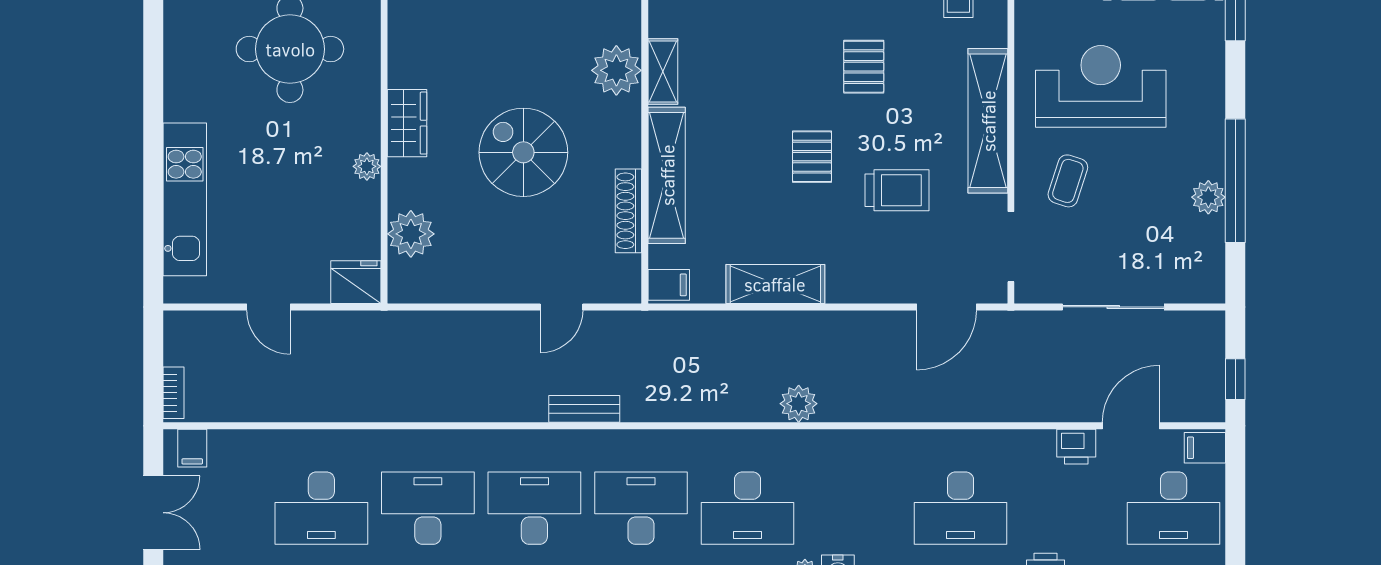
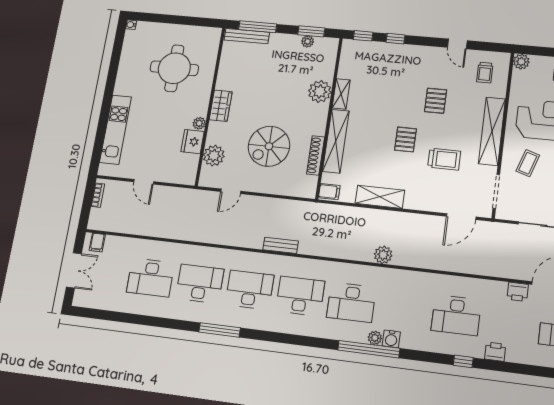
spiral stairs: (523, 152) -> (269, 146), moved, turned -90
fridge: (356, 282) -> (193, 142), moved, turned -90
door: (561, 307) -> (231, 191), moved
bookcase: (174, 393) -> (98, 195), moved

